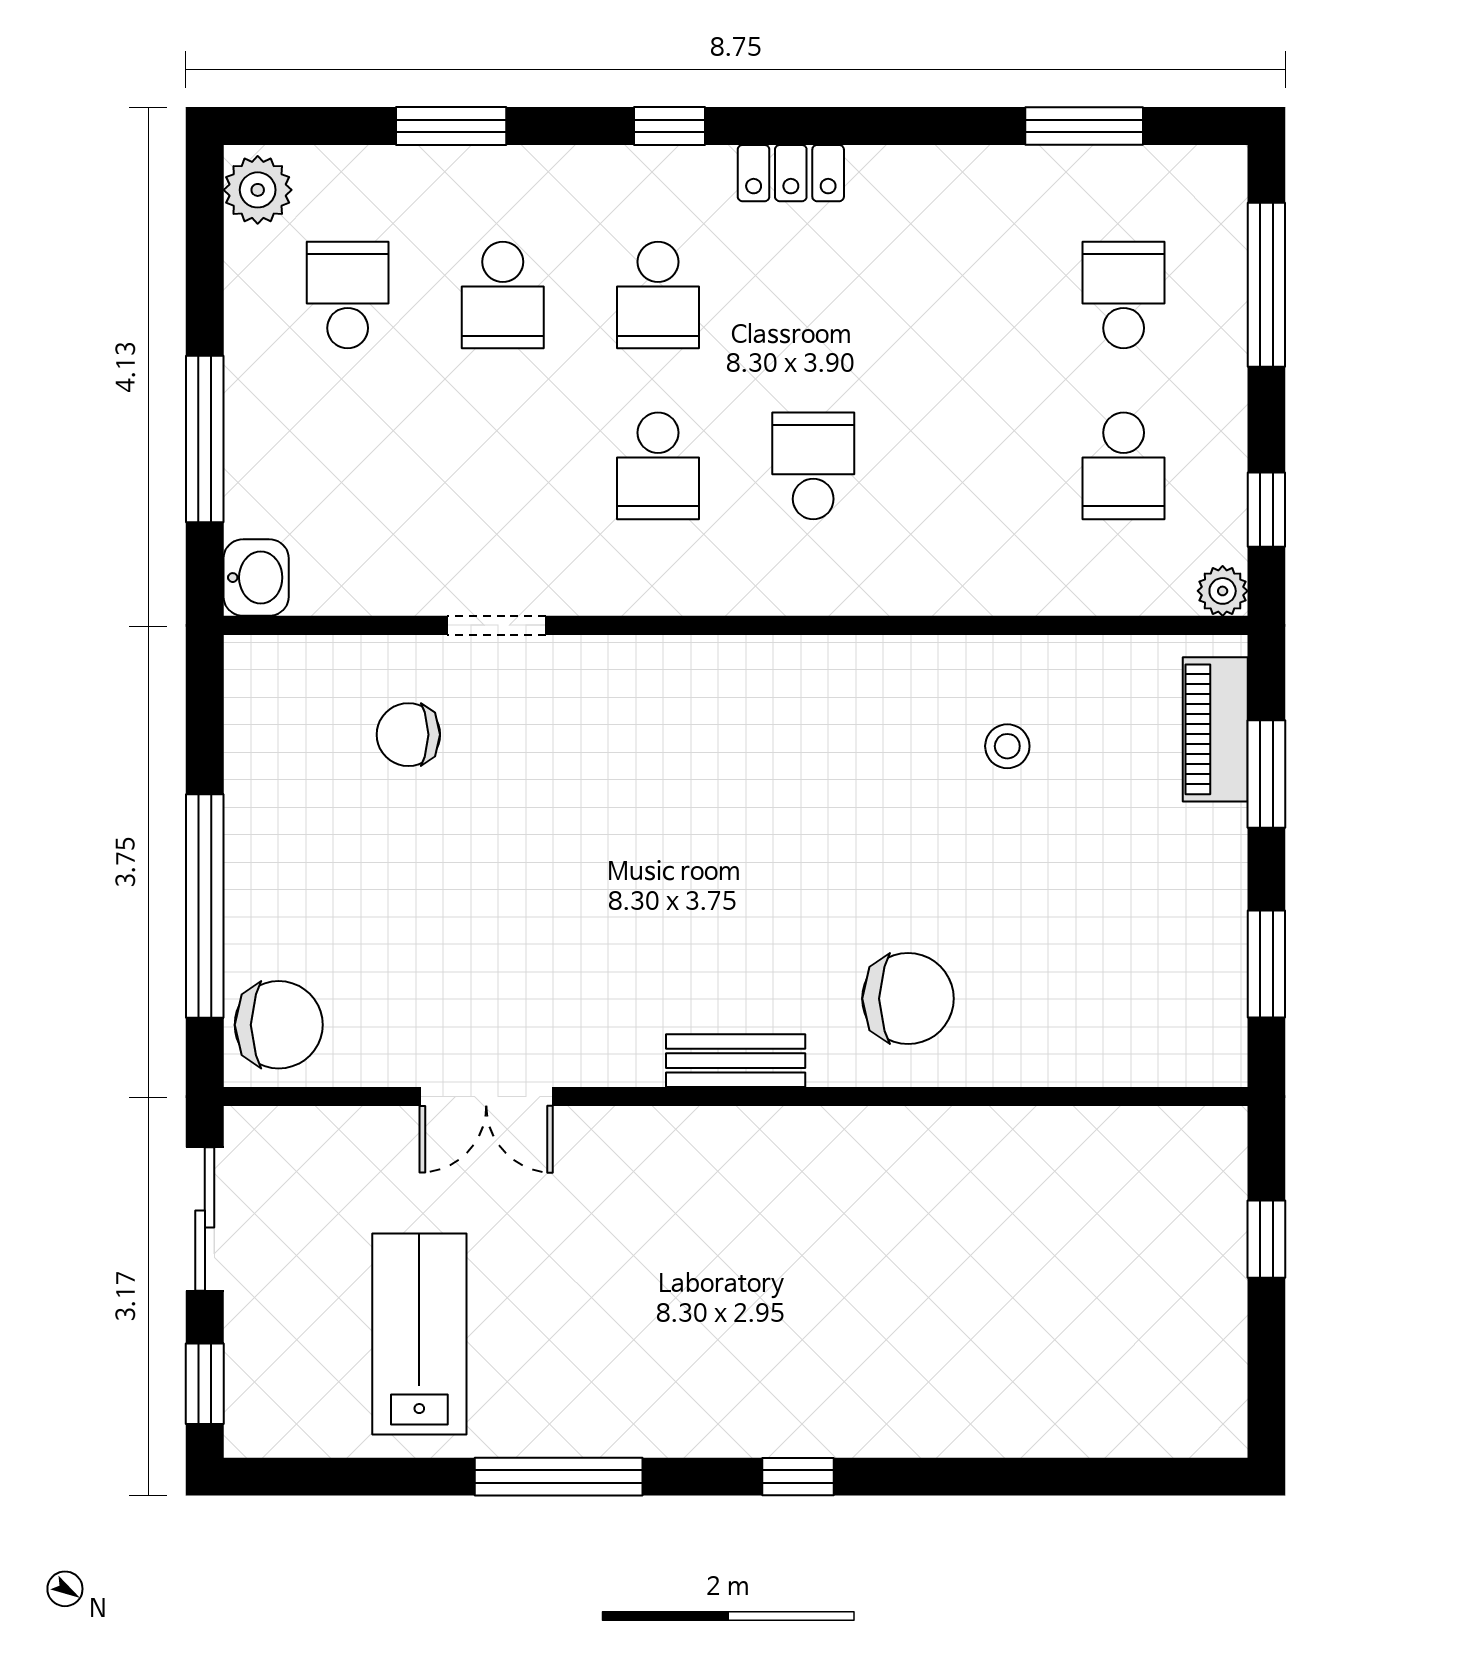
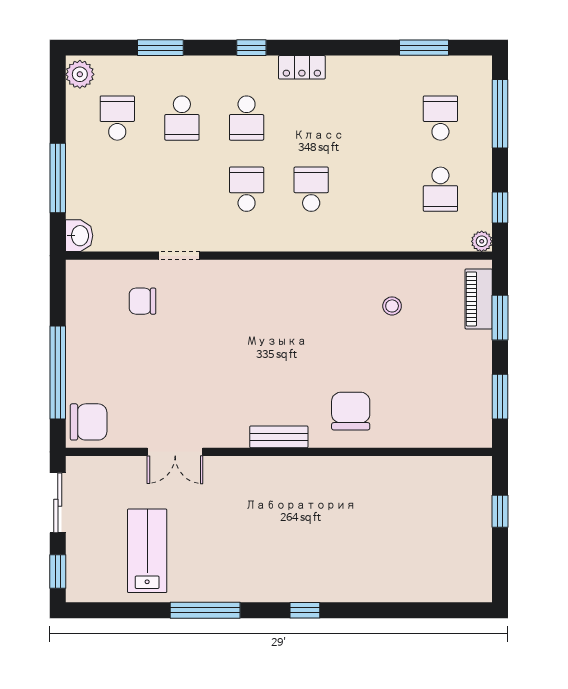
school desk: (658, 466) -> (247, 189), turned 180
chair: (908, 999) -> (351, 411), turned -90

